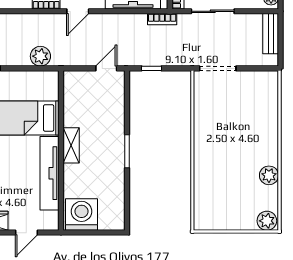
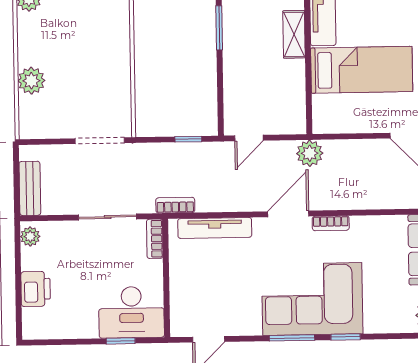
door: (78, 11) -> (288, 214), width x1.38
plant: (40, 56) -> (310, 153), moved
plant: (268, 114) -> (31, 81), added

